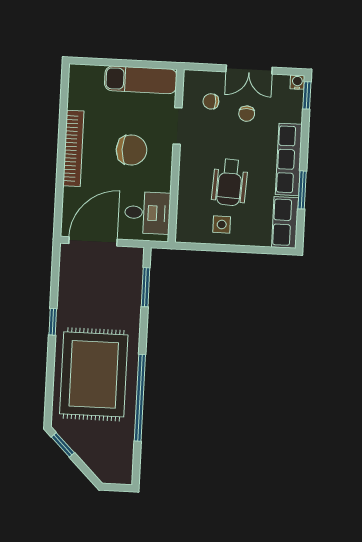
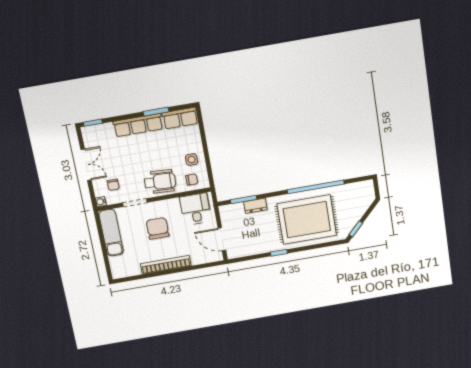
water cooler: (297, 82) -> (101, 202), moved
chair: (247, 114) -> (192, 180), moved
wheelchair: (230, 182) -> (160, 182), moved
door: (93, 241) -> (222, 239), width x0.73
dresser: (132, 303) -> (255, 206), added

